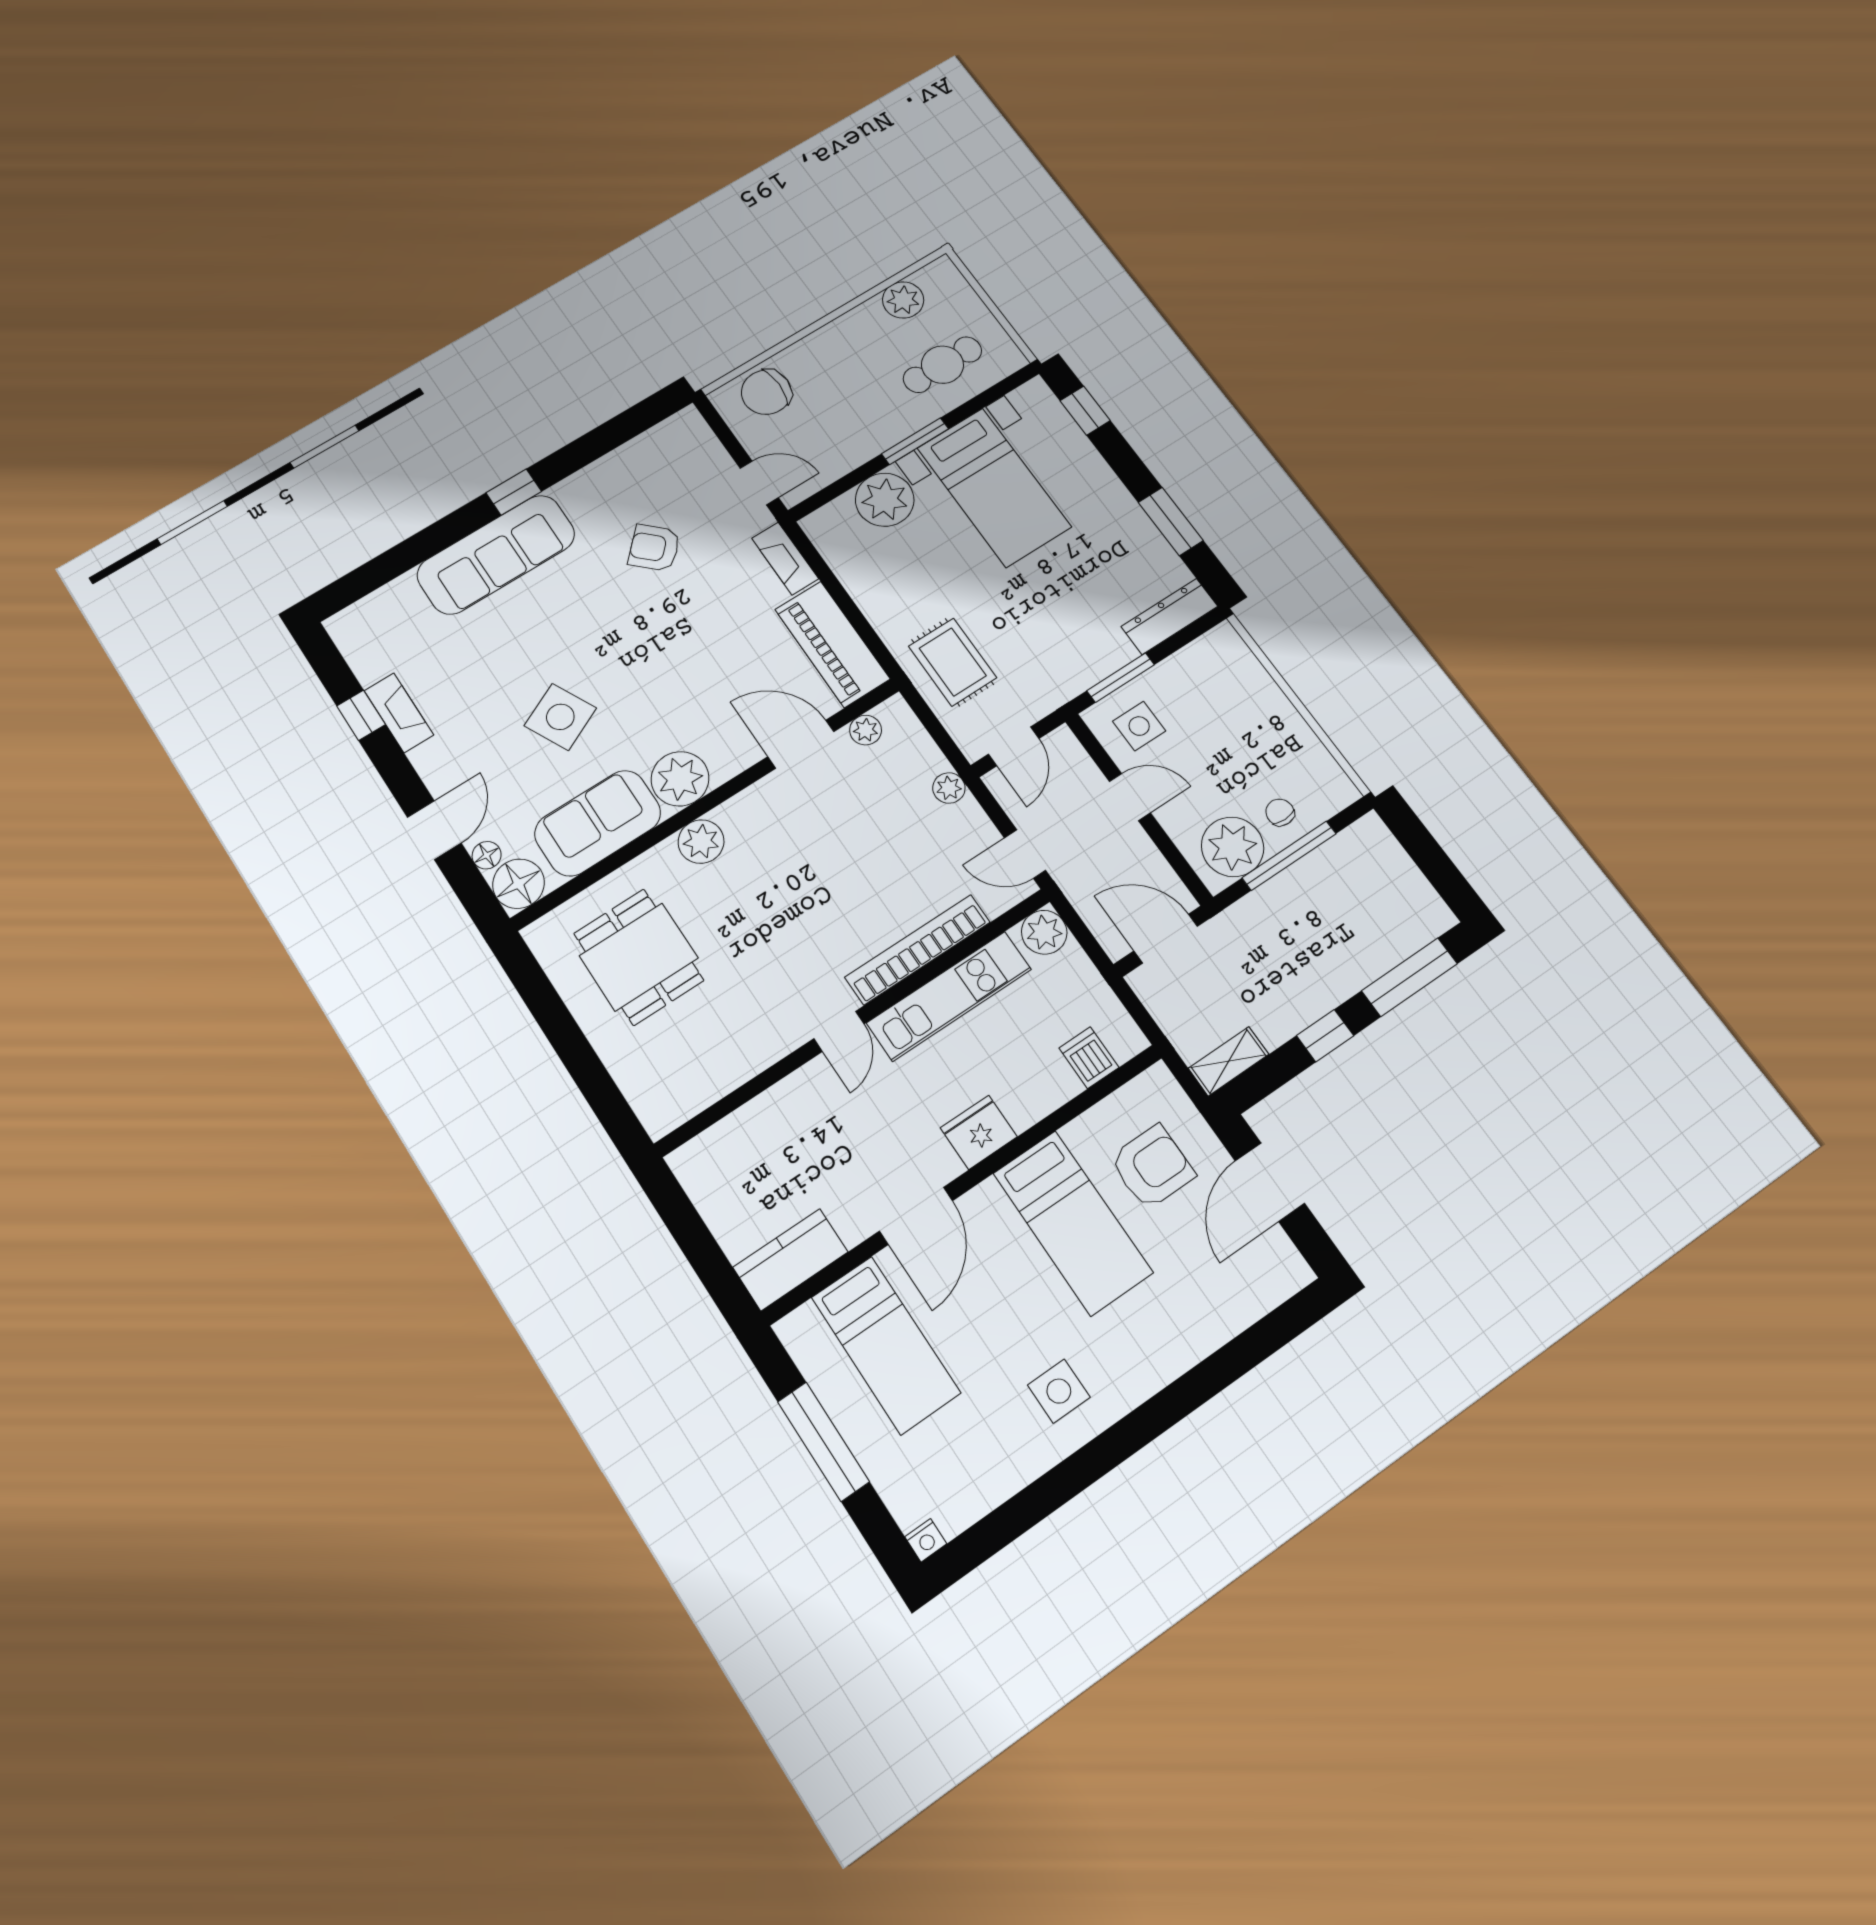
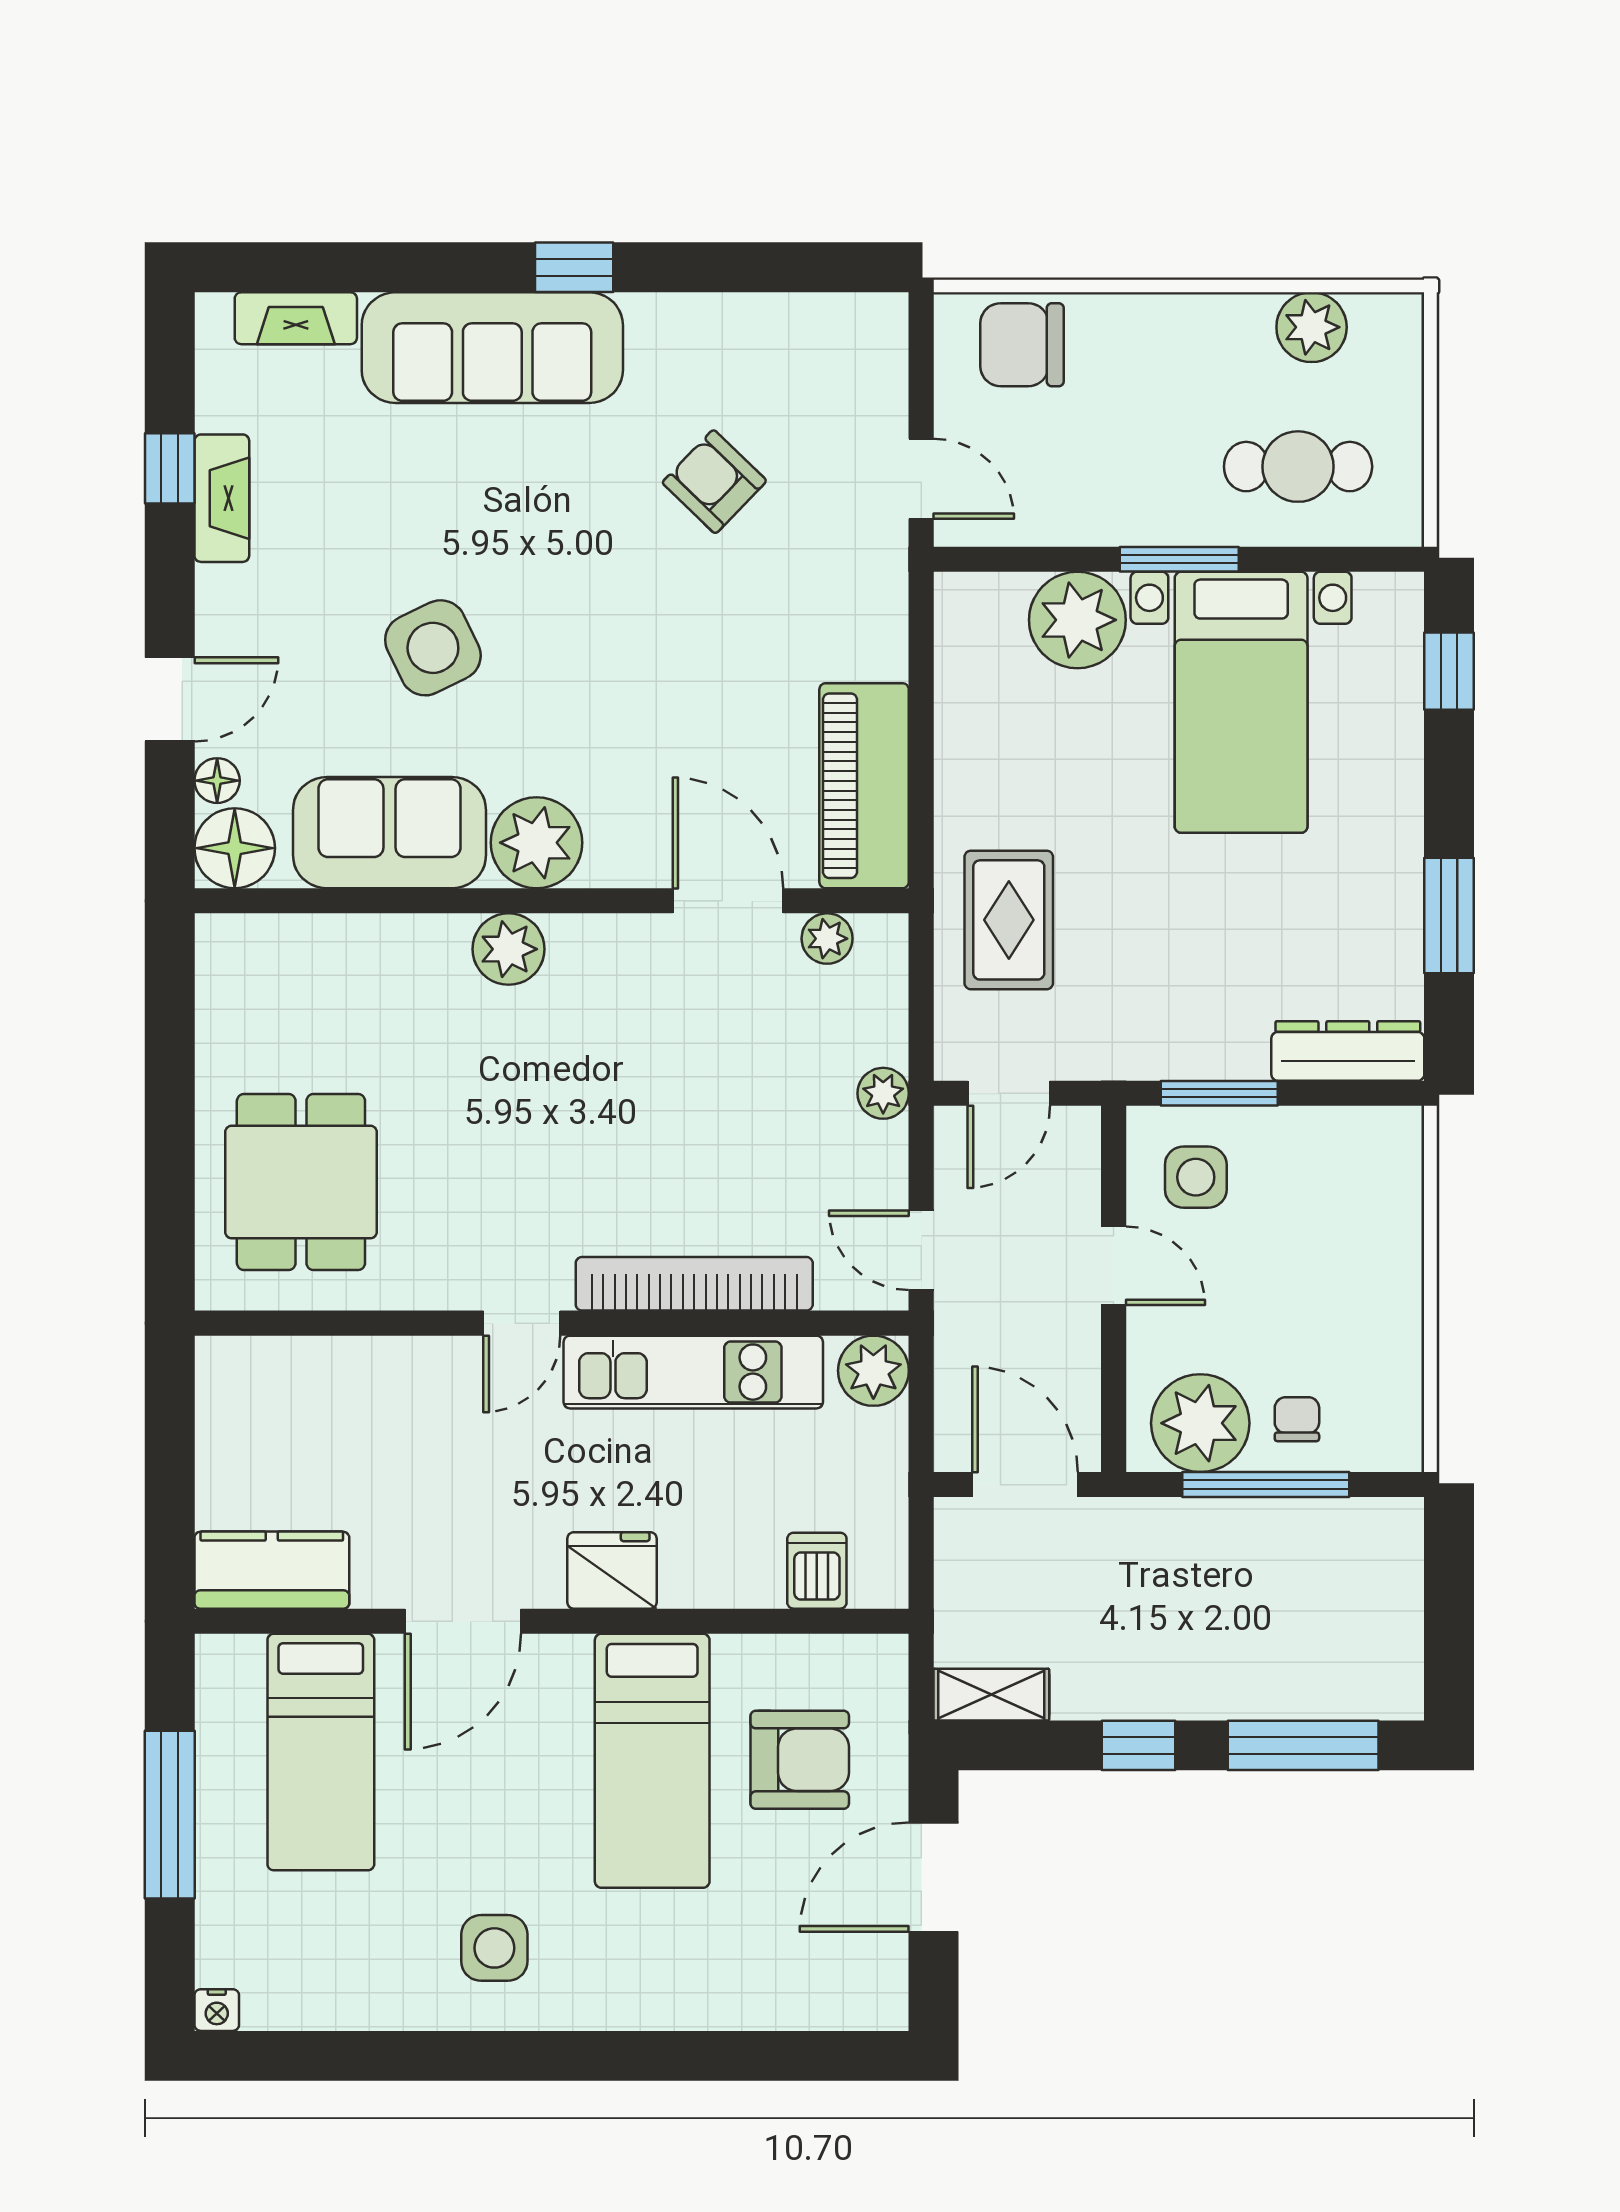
fireplace: (785, 559) -> (296, 318), moved, turned -90
dining table: (639, 957) -> (301, 1182), moved

